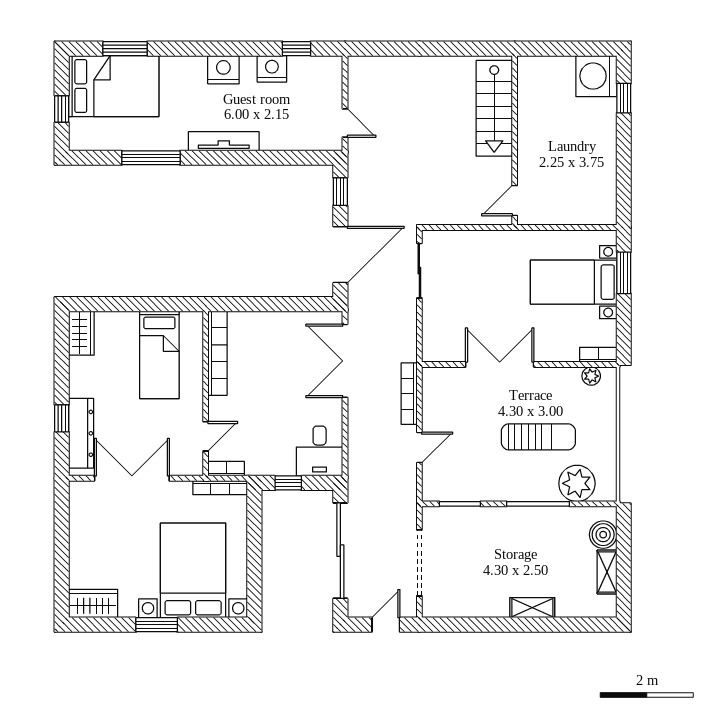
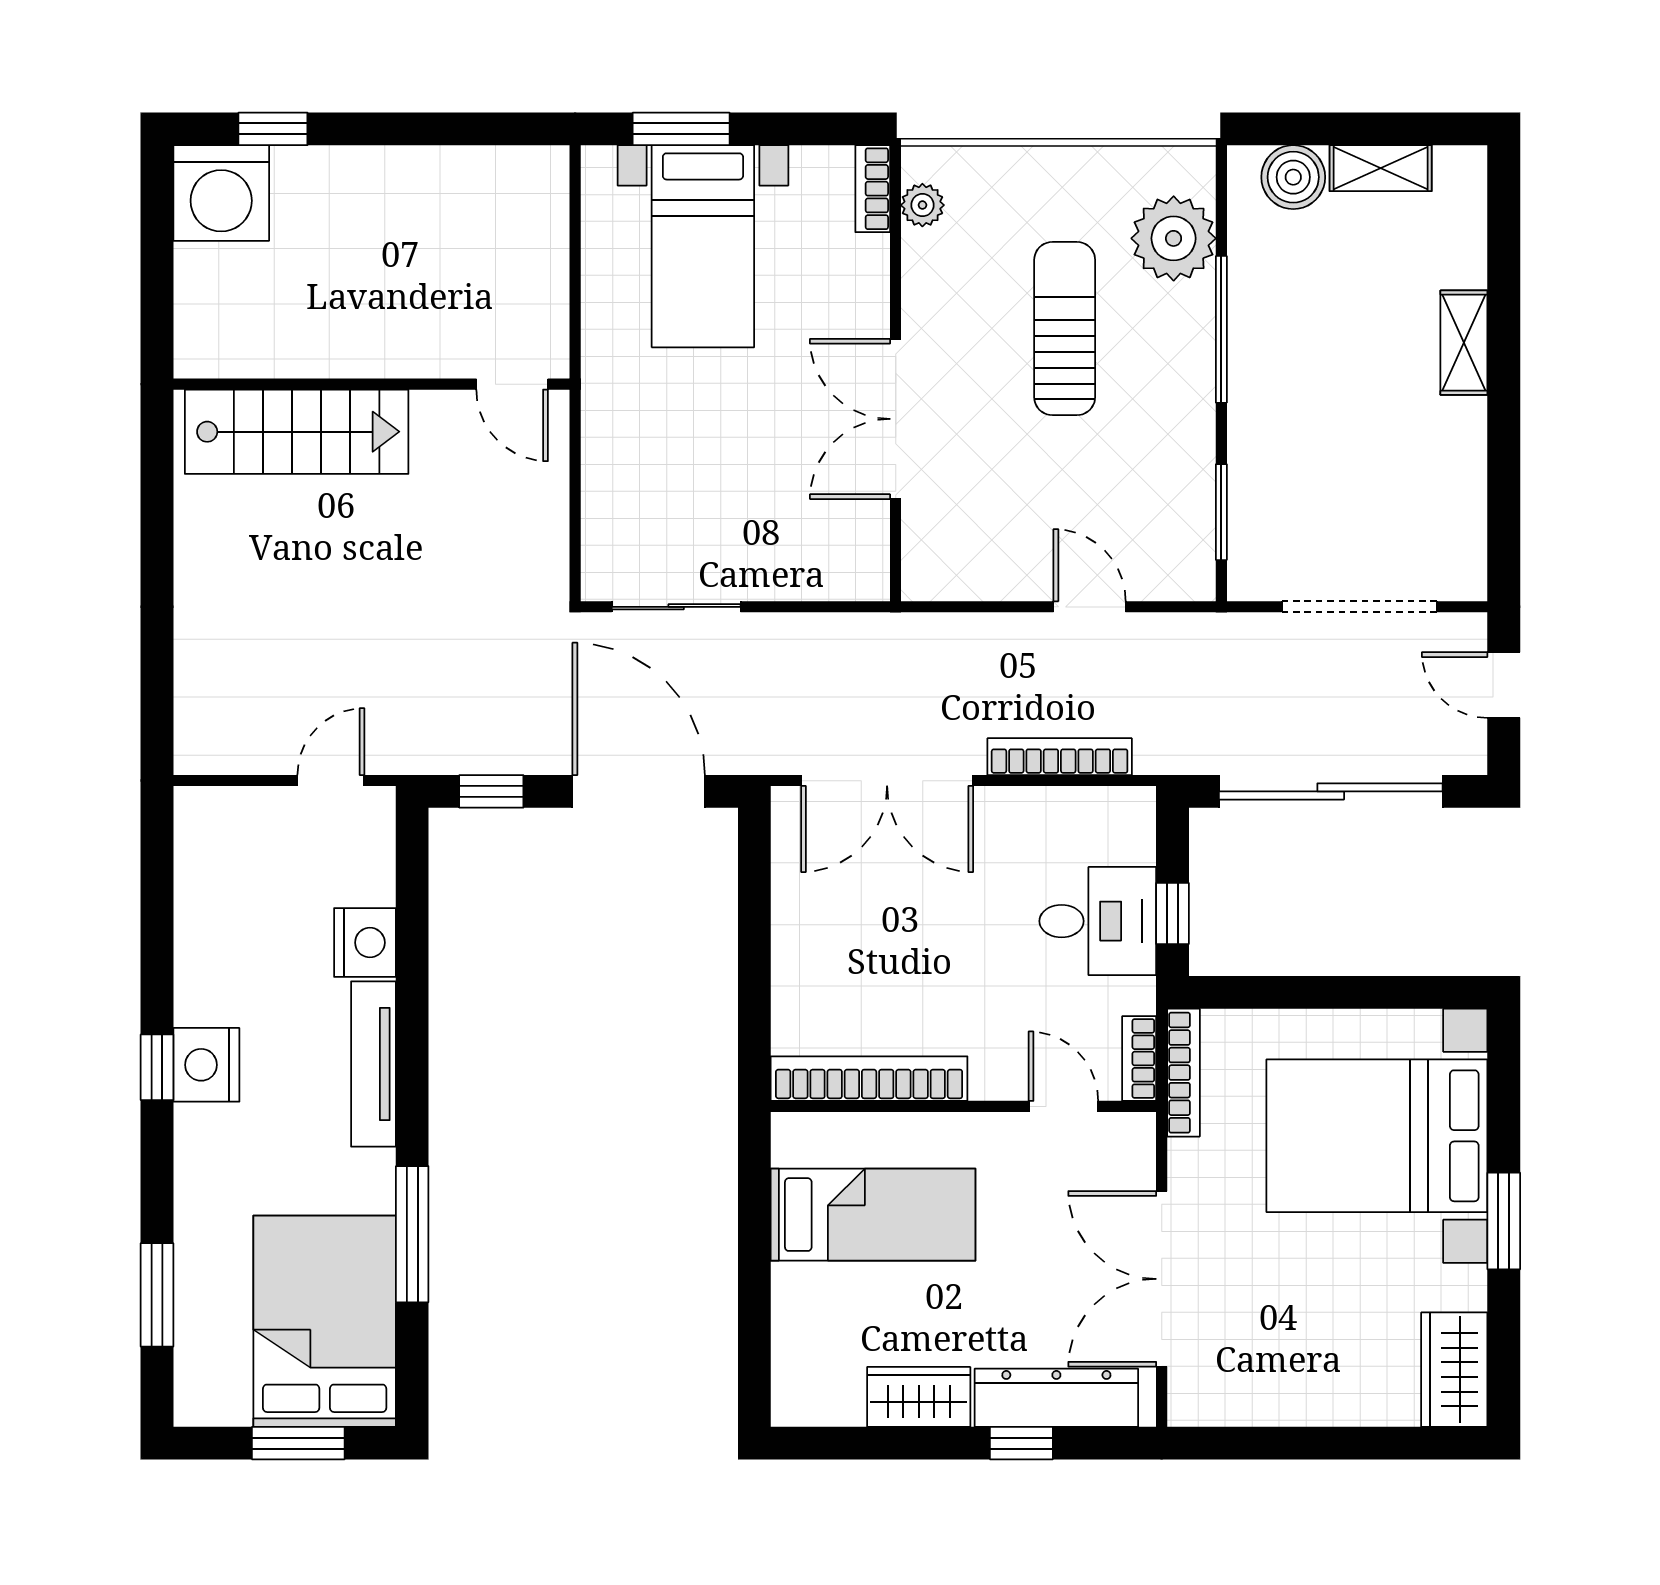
window: (296, 49) -> (157, 1067), moved
nightstand: (272, 69) -> (365, 943), moved, turned 180
bed: (114, 86) -> (325, 1321), moved
window: (62, 109) -> (298, 1443), width x1.50
wardrobe: (81, 333) -> (919, 1397), moved
bookcase: (409, 394) -> (1060, 757), moved, turned 180
desk: (320, 451) -> (1098, 921), moved

